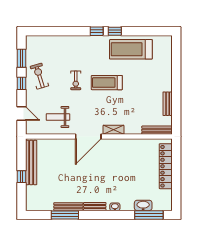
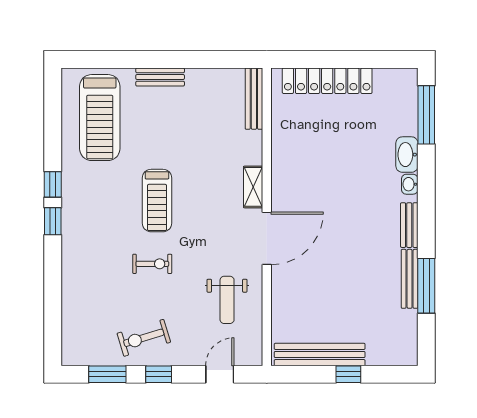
treadmill: (131, 49) -> (100, 118), moved
bench: (168, 104) -> (160, 77), moved
door: (88, 137) -> (267, 238), hinge flipped
washbasin: (143, 205) -> (407, 155), moved

